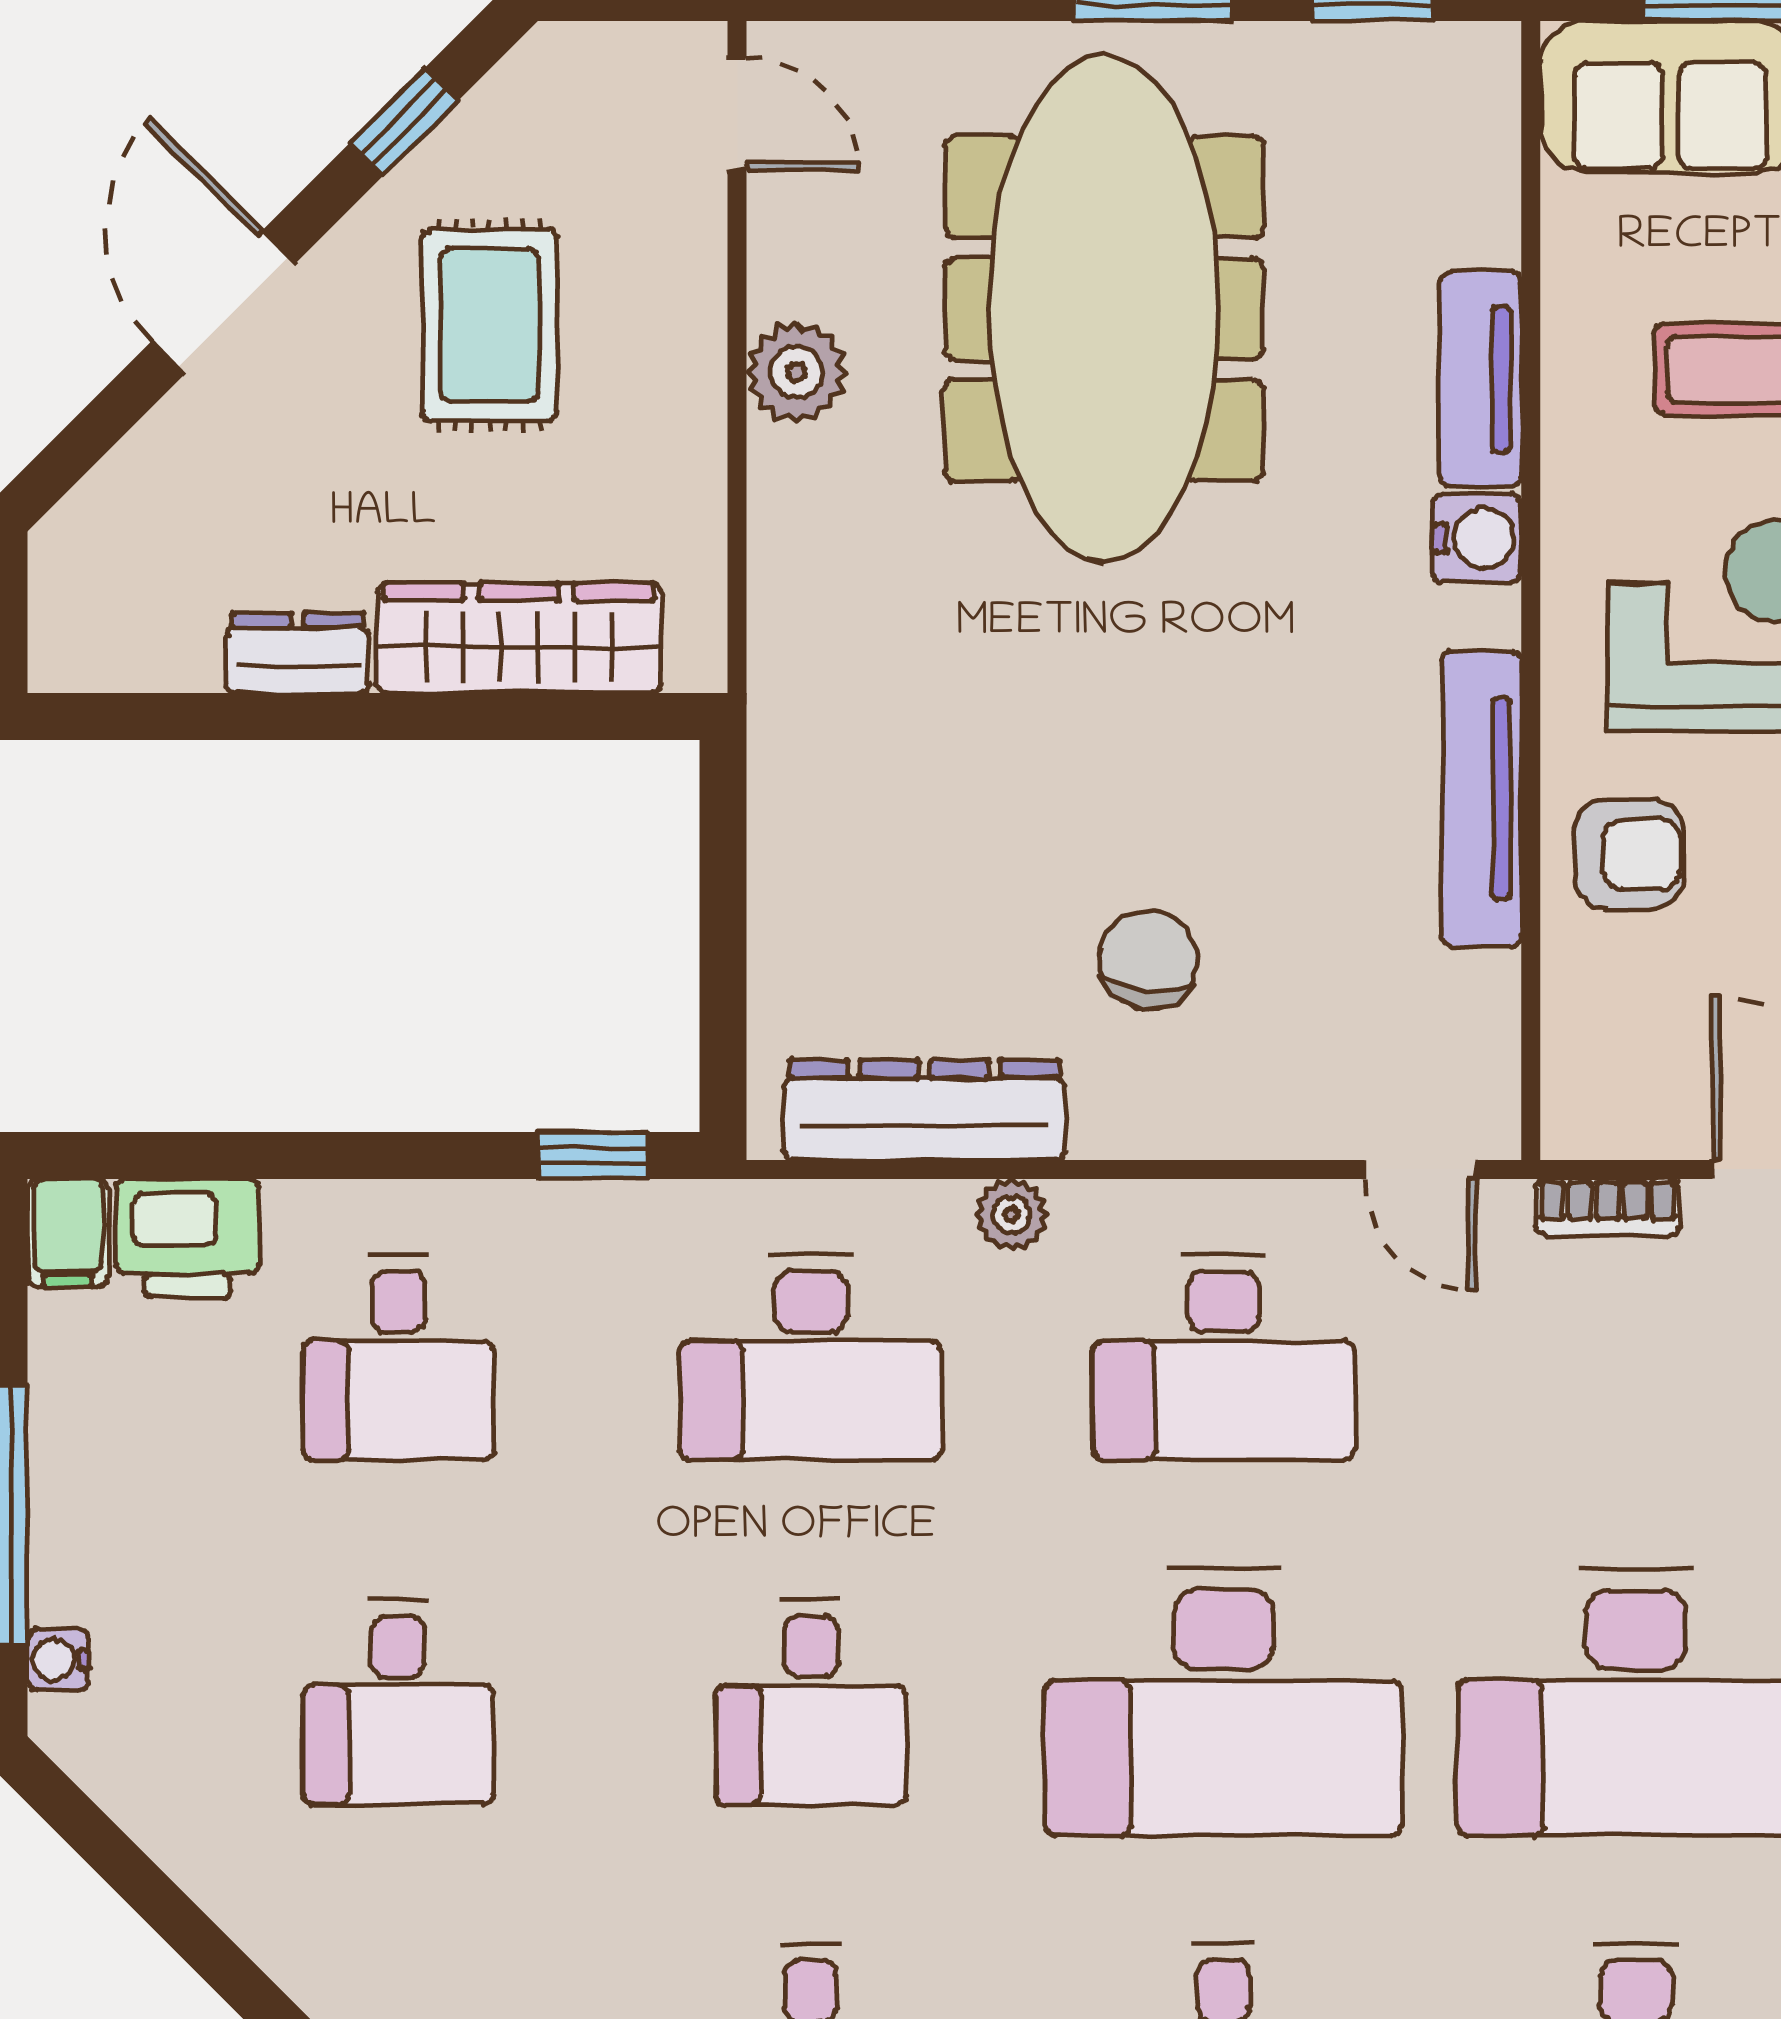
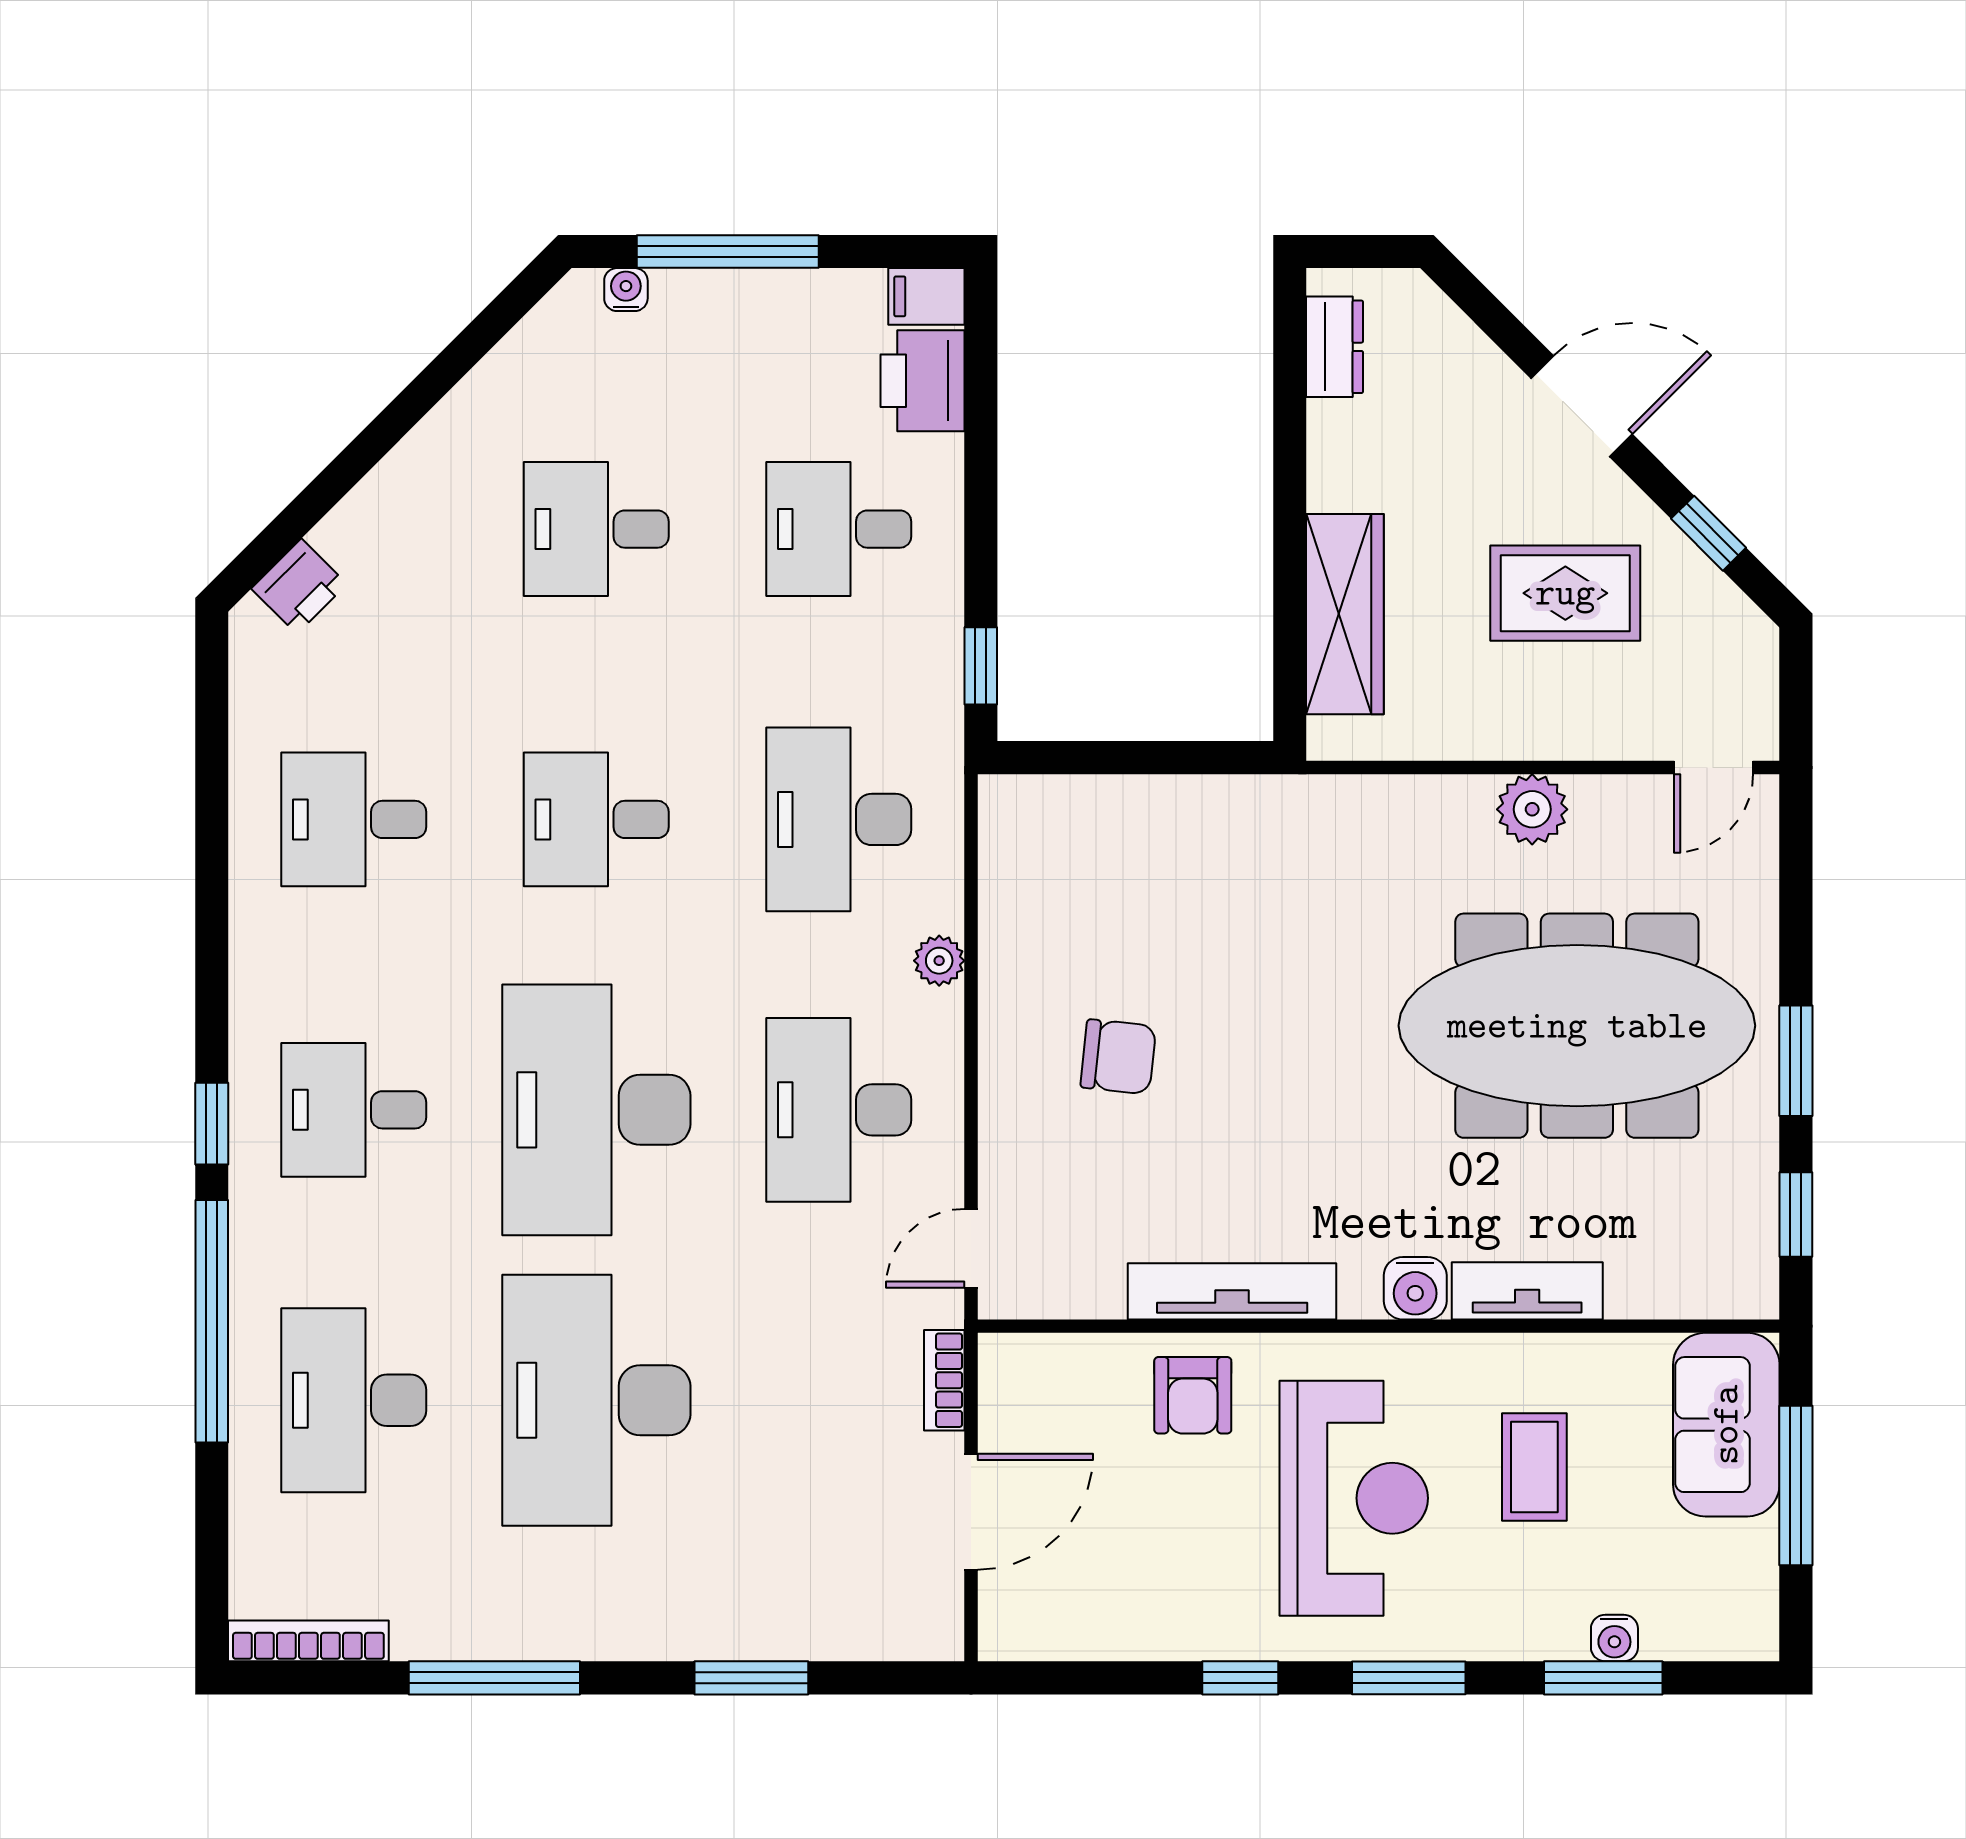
dresser: (298, 653) -> (1335, 347), moved
dresser: (924, 1110) -> (1013, 899), removed

